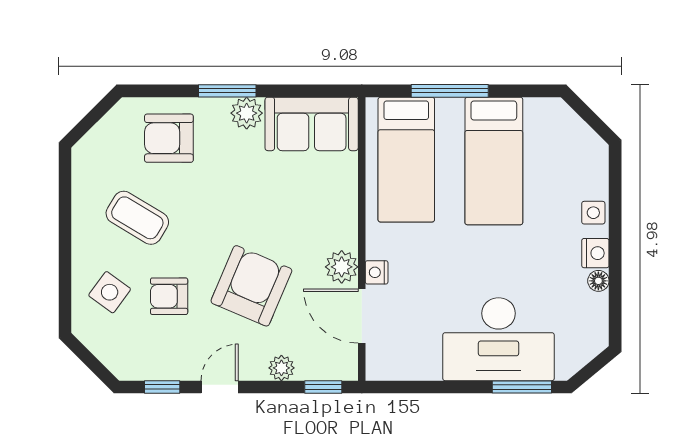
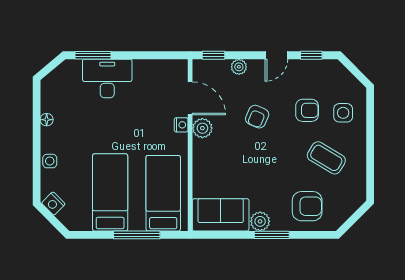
nightstand: (595, 253) -> (53, 203), moved, turned -45
armchair: (251, 286) -> (257, 117), width x0.53, depth x0.53
side table: (110, 292) -> (343, 113), turned -36
desk: (499, 339) -> (107, 78), width x0.73, depth x0.77

